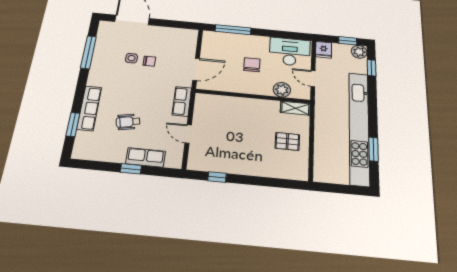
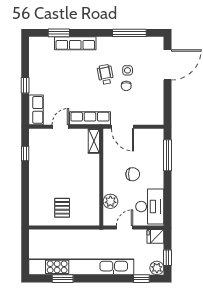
row of seats: (182, 101) -> (90, 118), width x1.48
shelving: (295, 108) -> (94, 141), moved
wheelchair: (128, 122) -> (105, 74), moved
row of seats: (146, 157) -> (36, 110), moved

